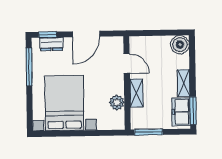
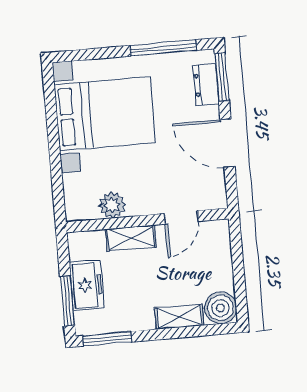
window: (48, 35) -> (222, 77), width x1.50
shelving: (184, 83) -> (179, 317), moved
freezer: (181, 112) -> (87, 285), moved, turned 90
window: (149, 132) -> (67, 301), moved

